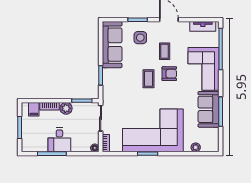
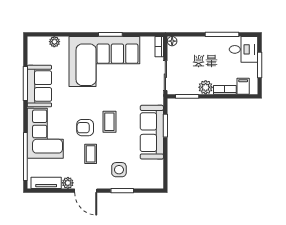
plant: (184, 26) -> (68, 183), added
sofa: (112, 45) -> (152, 132), moved
desk: (59, 140) -> (243, 49), moved, turned 90

